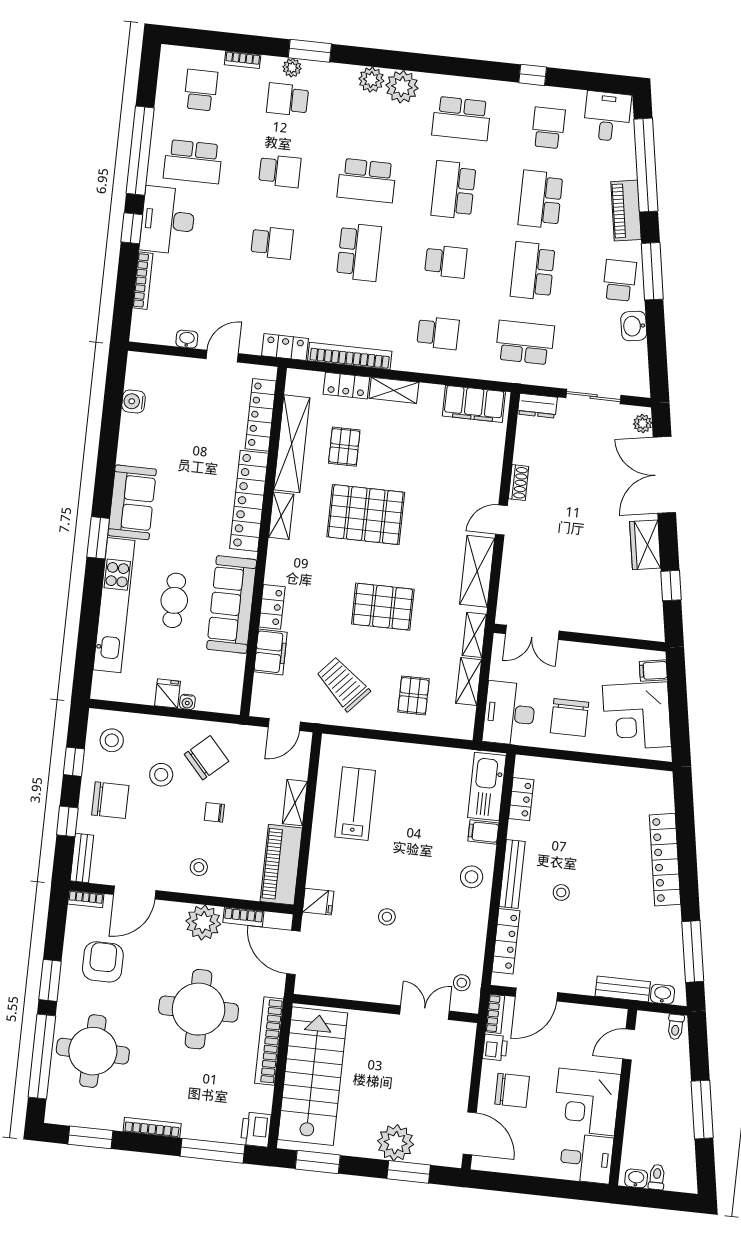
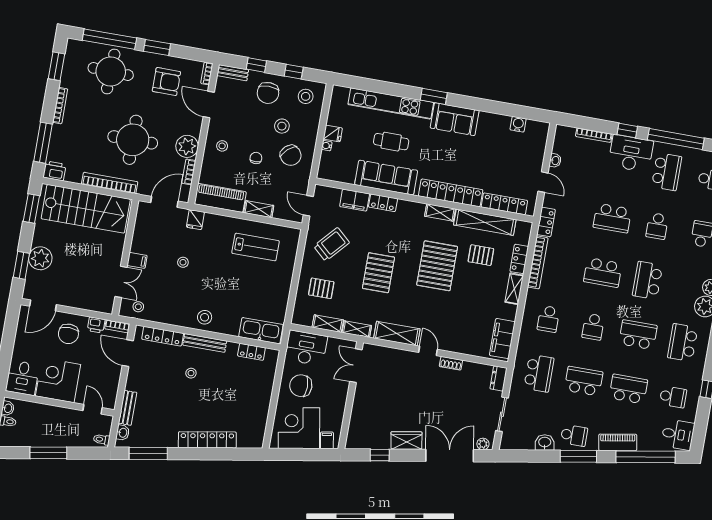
school desk: (193, 162) -> (667, 172), turned 180
school desk: (272, 243) -> (612, 218), width x1.85
filing cabinet: (483, 832) -> (137, 260), moved, turned 90

